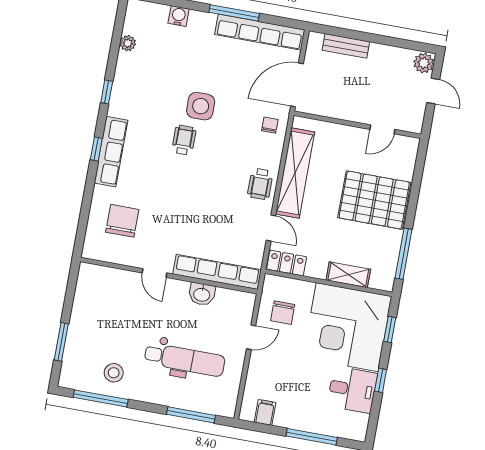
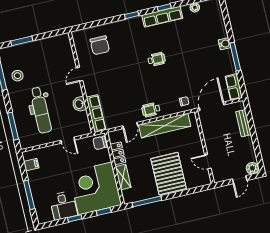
water cooler: (179, 16) -> (225, 44), moved
row of seats: (260, 32) -> (234, 87), width x0.50
door: (297, 85) -> (212, 106), hinge flipped
side table: (201, 106) -> (178, 60), removed
row of seats: (111, 152) -> (162, 17), moved
chair: (122, 221) -> (100, 45), turned 90
locker: (287, 263) -> (118, 153), moved
row of seats: (217, 272) -> (96, 114), width x0.73
chair: (283, 313) -> (100, 143), moved

